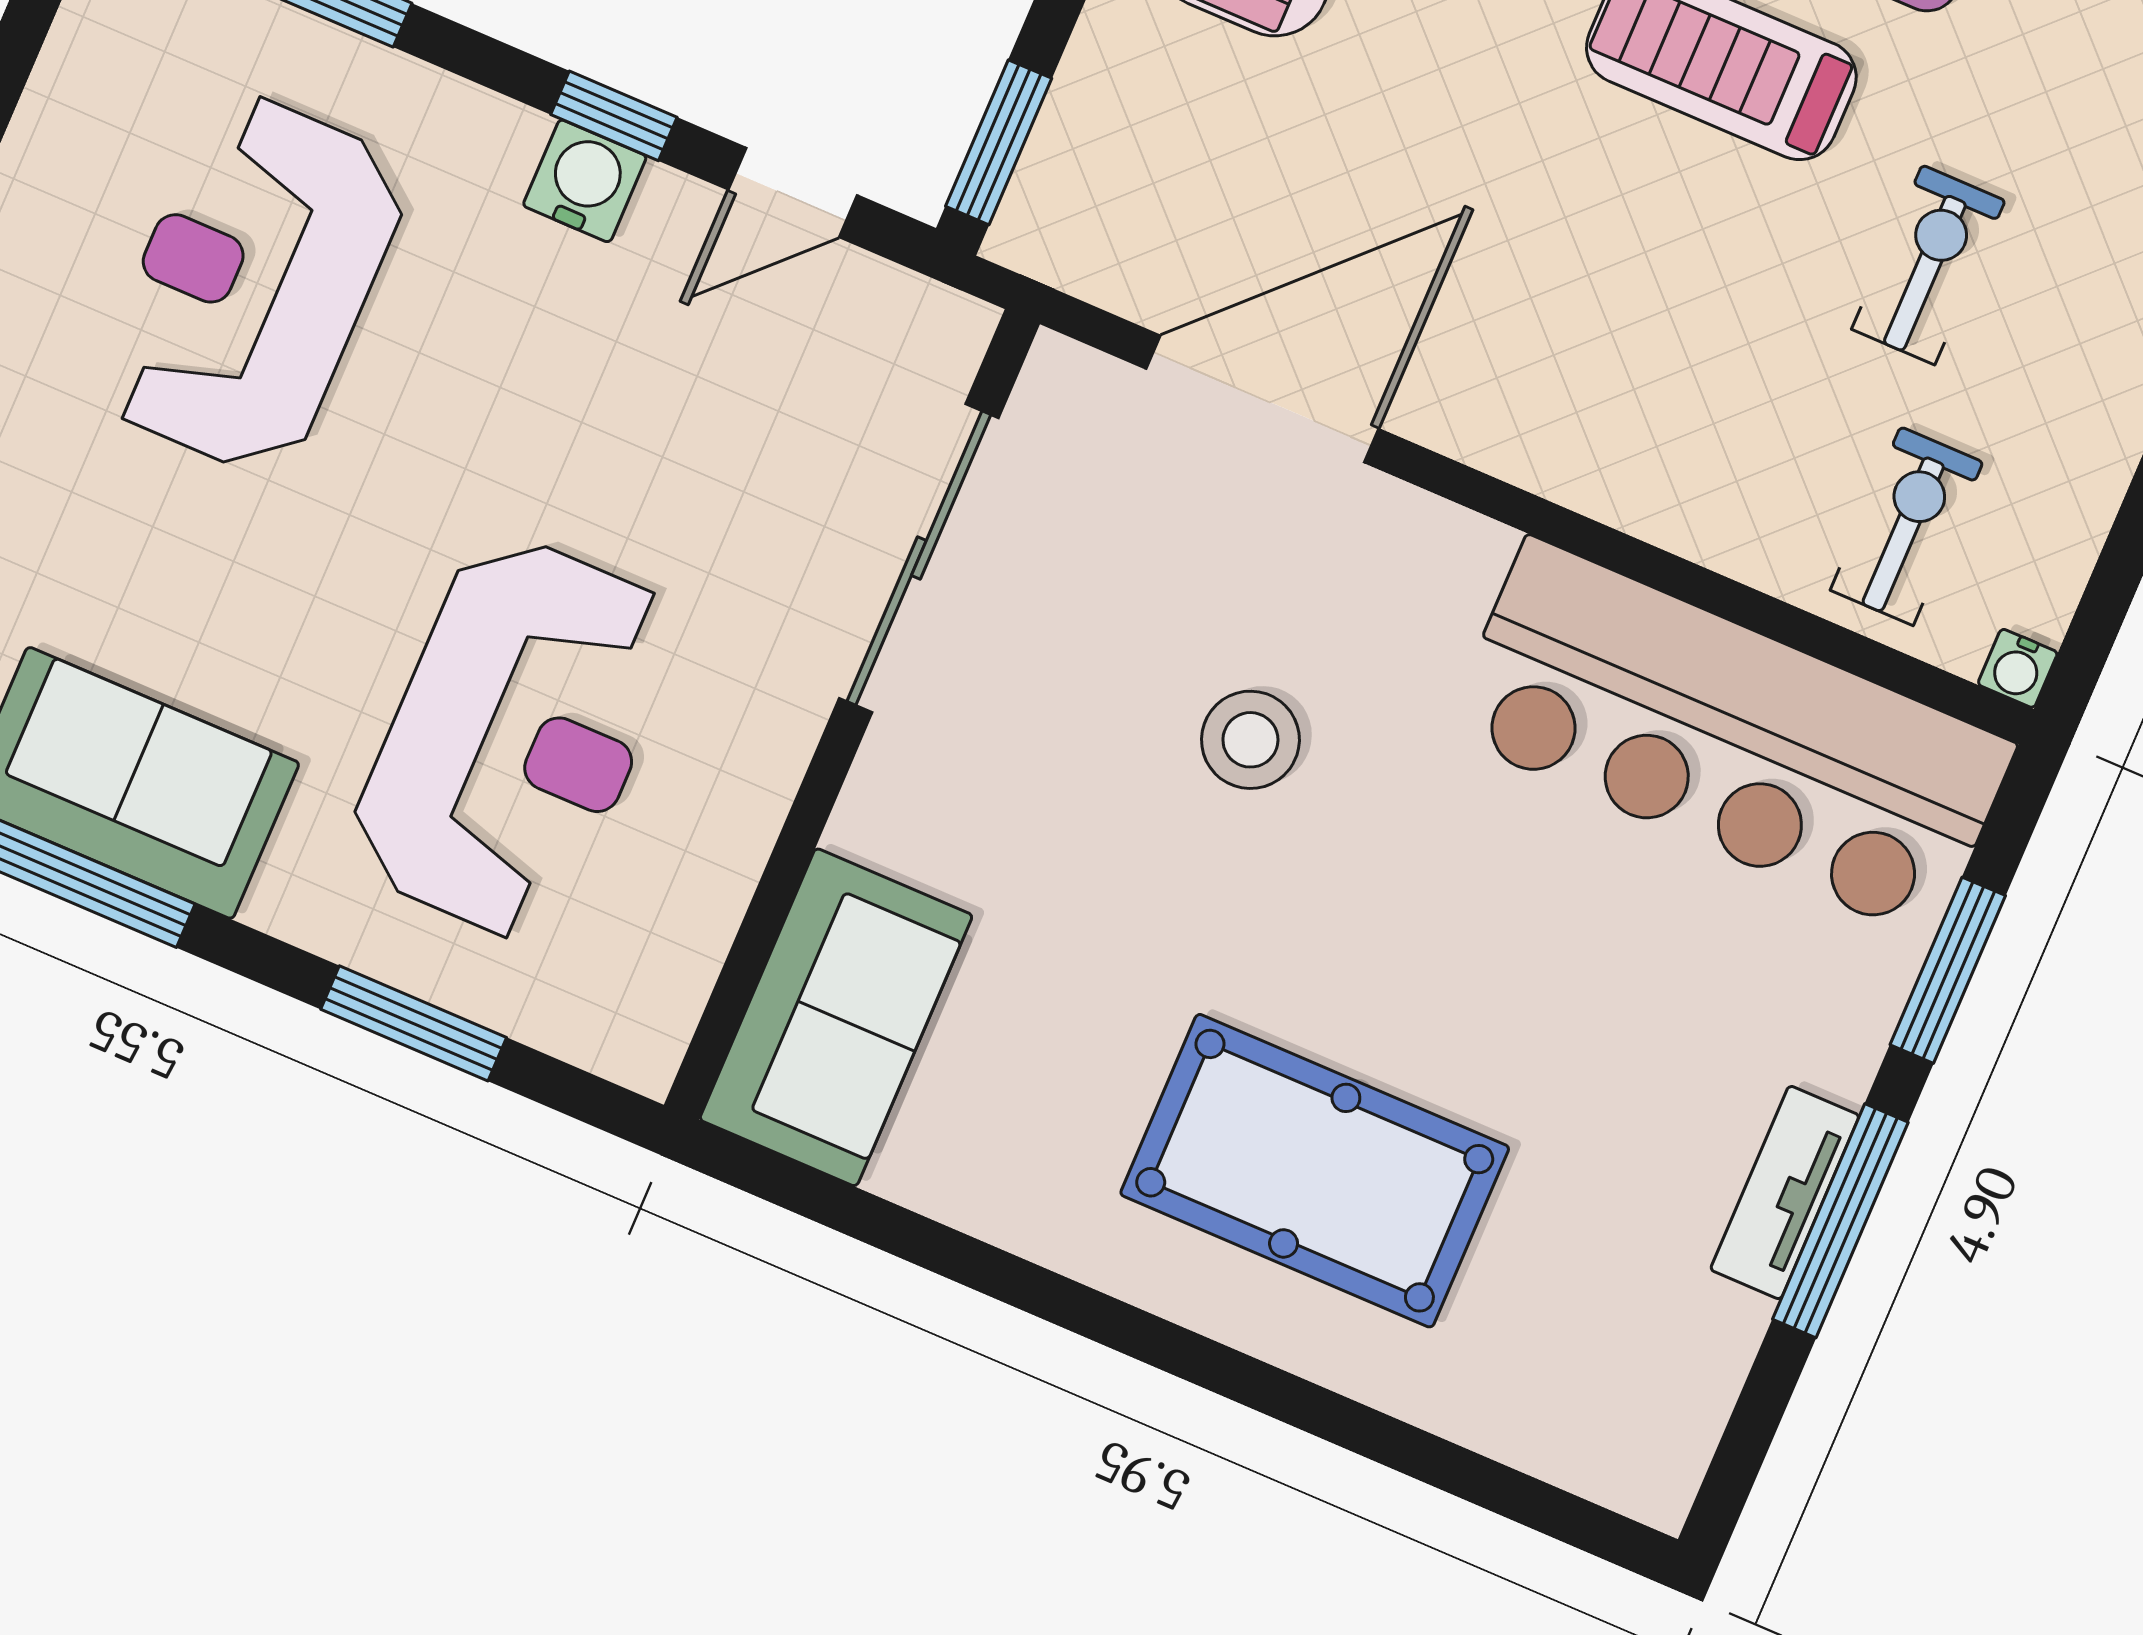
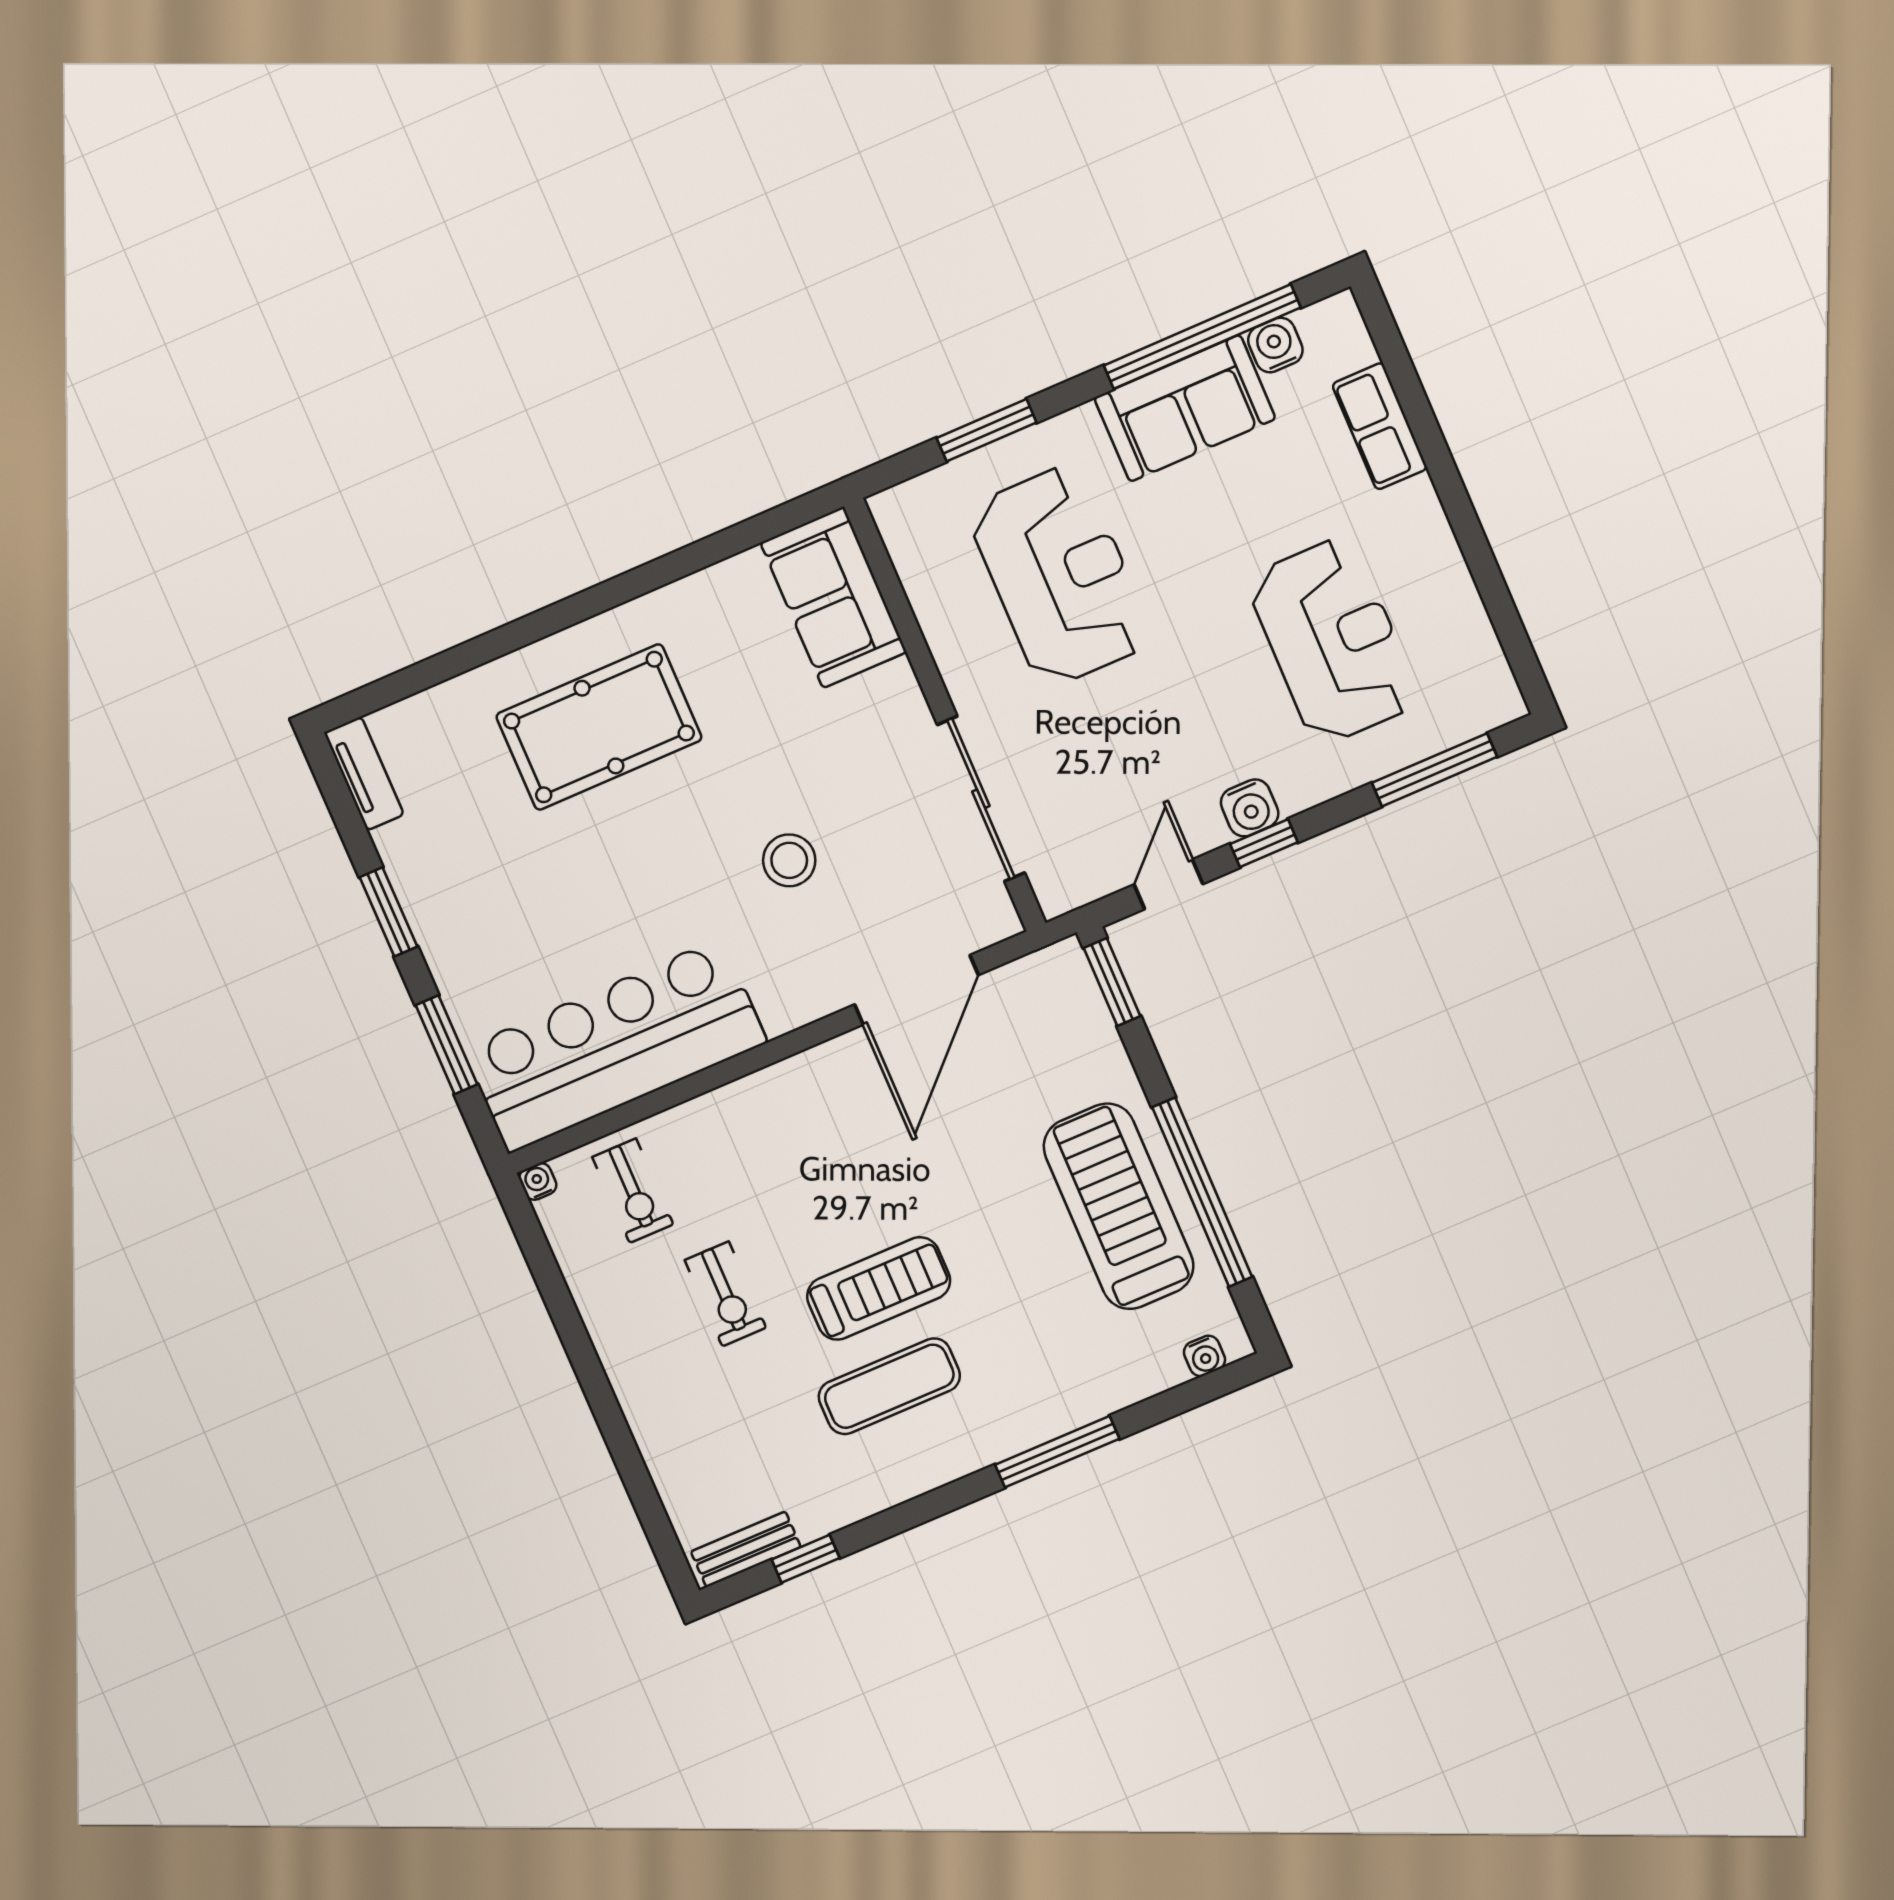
reception desk: (515, 738) -> (1060, 576), turned 180
tv unit: (1785, 1193) -> (364, 774), moved
window: (1840, 1221) -> (388, 912), width x0.69

